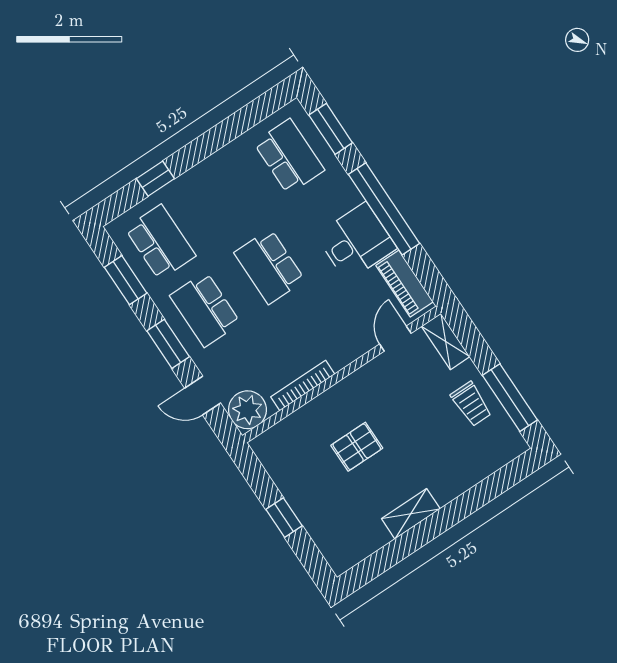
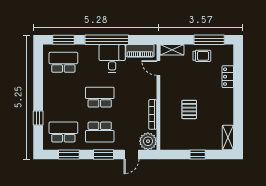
school desk: (269, 266) -> (100, 97), turned 180
locker: (465, 478) -> (228, 77), added
shelving: (411, 514) -> (228, 137), moved

